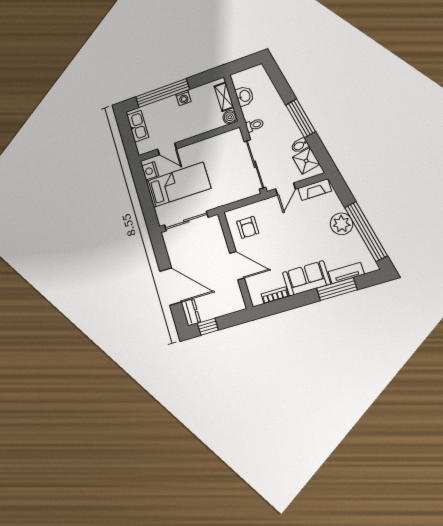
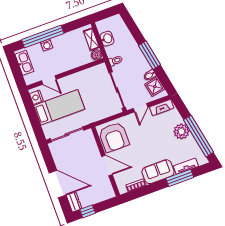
washing machine: (183, 98) -> (47, 45), moved
armchair: (248, 227) -> (114, 137), width x1.88, depth x1.88

